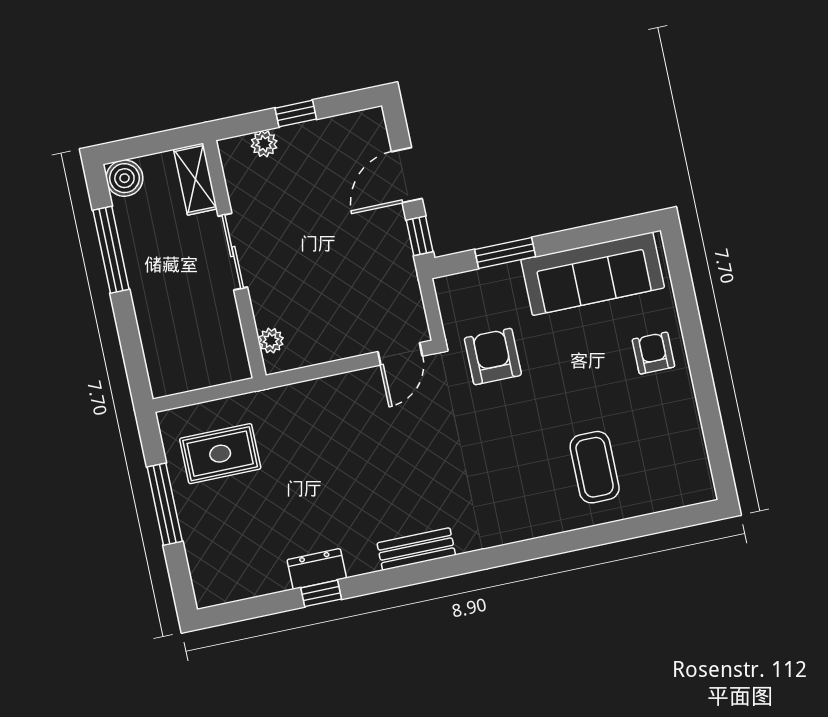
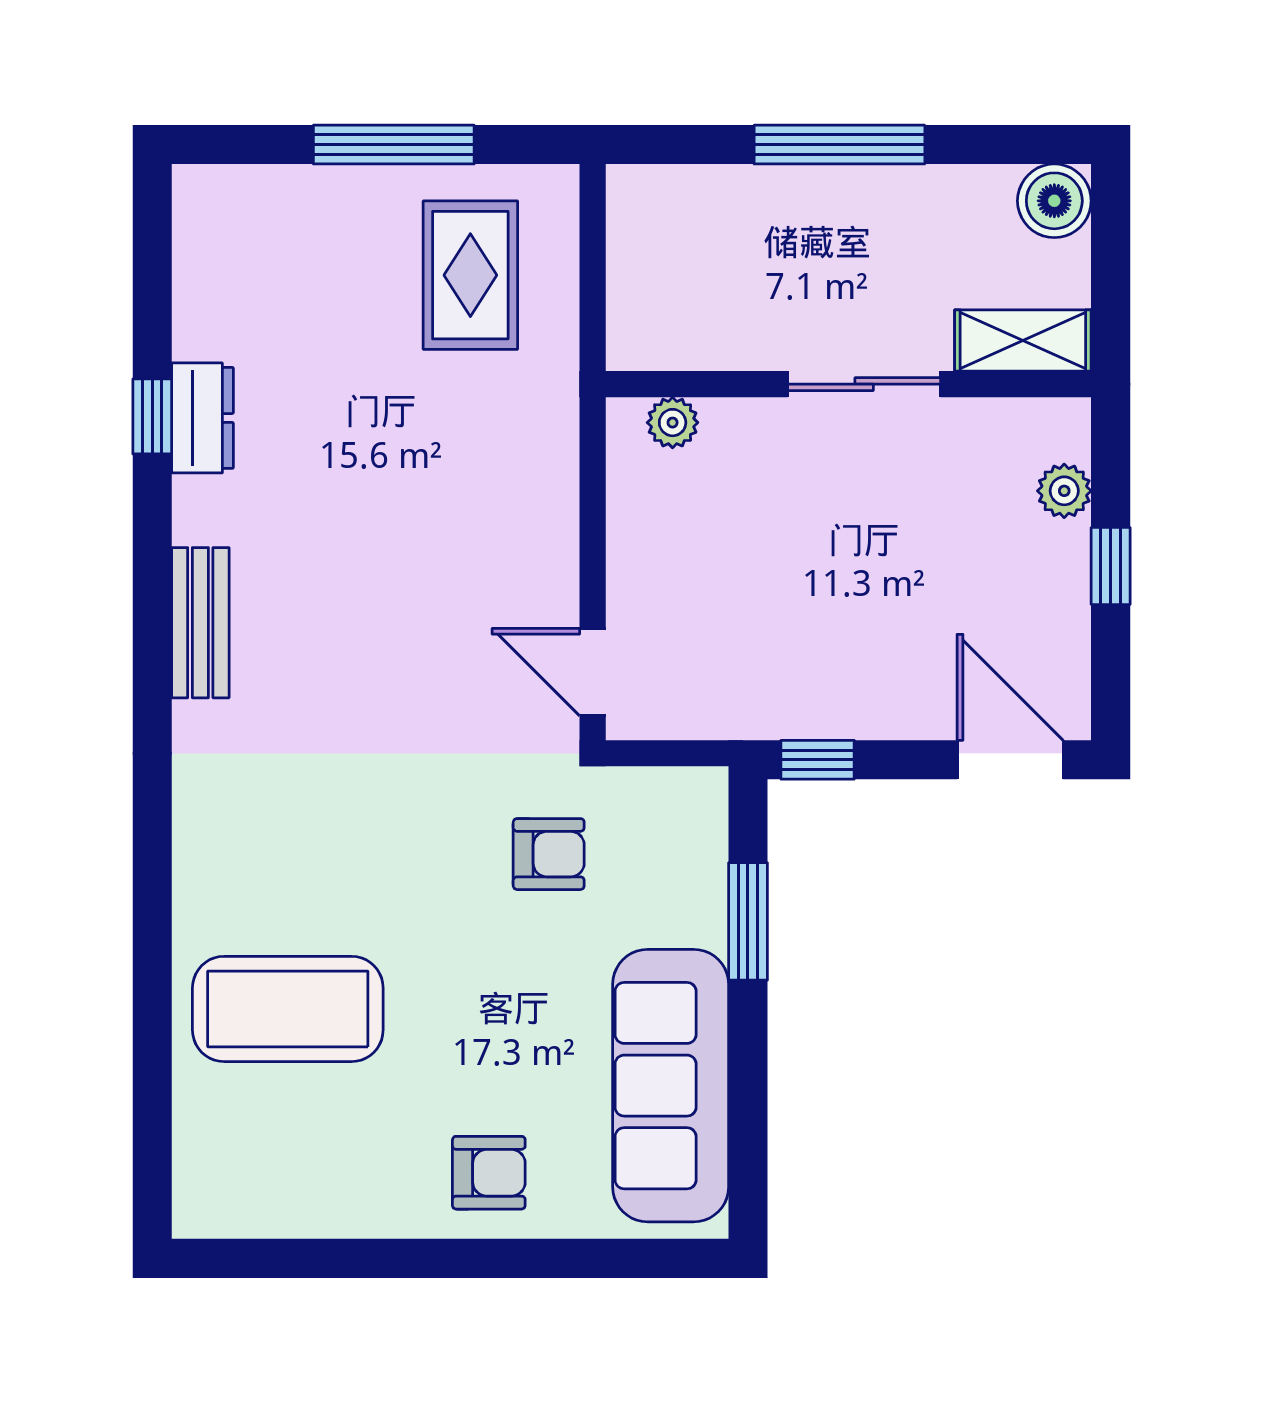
door: (407, 175) -> (1010, 760), moved
window: (111, 250) -> (839, 145), moved
armchair: (493, 357) -> (549, 854), width x0.72, depth x0.72
coffee table: (595, 467) -> (288, 1009), width x1.36, depth x1.32

